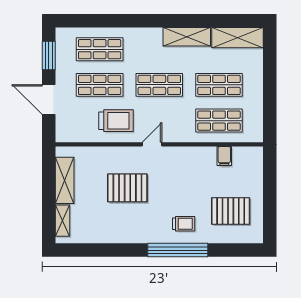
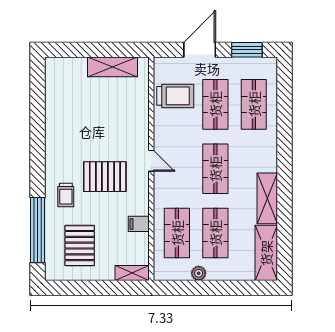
plant: (256, 100) -> (199, 273), added
trolley: (116, 121) -> (175, 96), moved, turned -90
filing cabinet: (224, 156) -> (139, 224), moved
pallet: (127, 188) -> (105, 177), moved, turned 90
shelving: (62, 221) -> (132, 273), moved
window: (178, 250) -> (37, 230), moved

